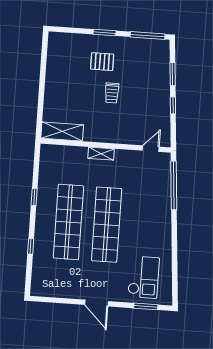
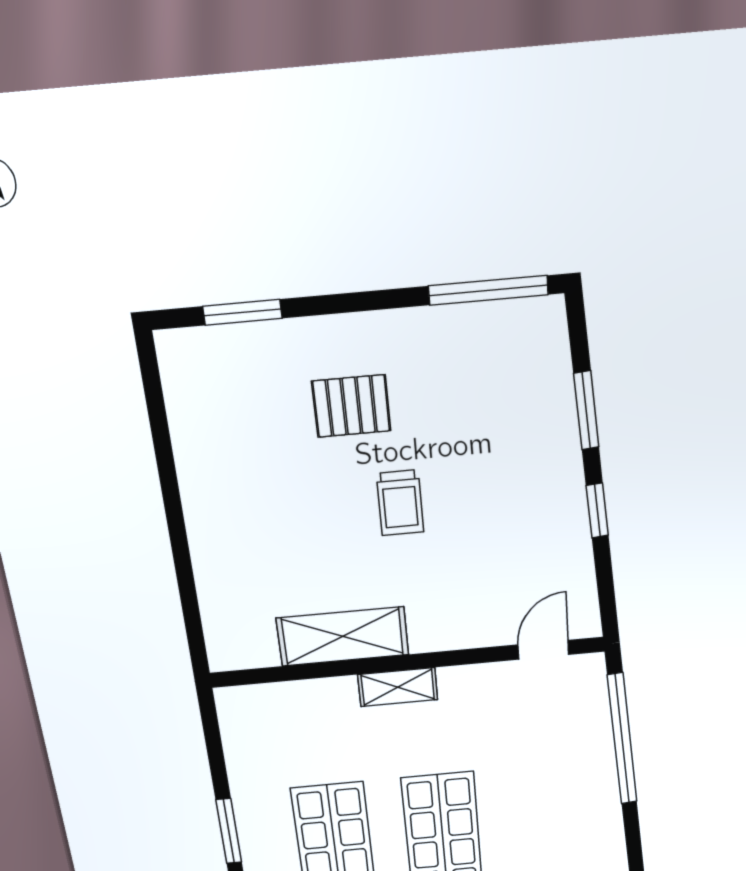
window: (104, 32) -> (242, 312), moved
shelving: (62, 131) -> (343, 636), moved
window: (34, 197) -> (229, 831), width x1.50

